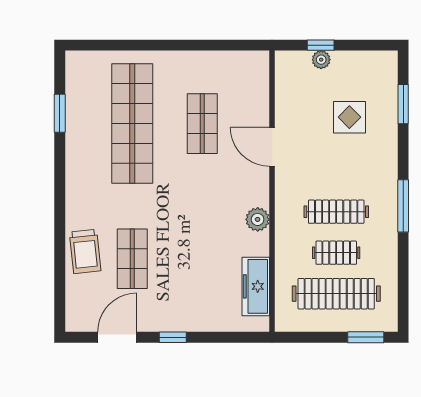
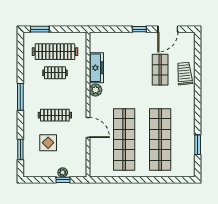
shop shelf: (202, 124) -> (124, 139), width x2.00, depth x1.36
clothes rail: (336, 212) -> (55, 115), moved
freezer: (256, 286) -> (96, 68), moved

